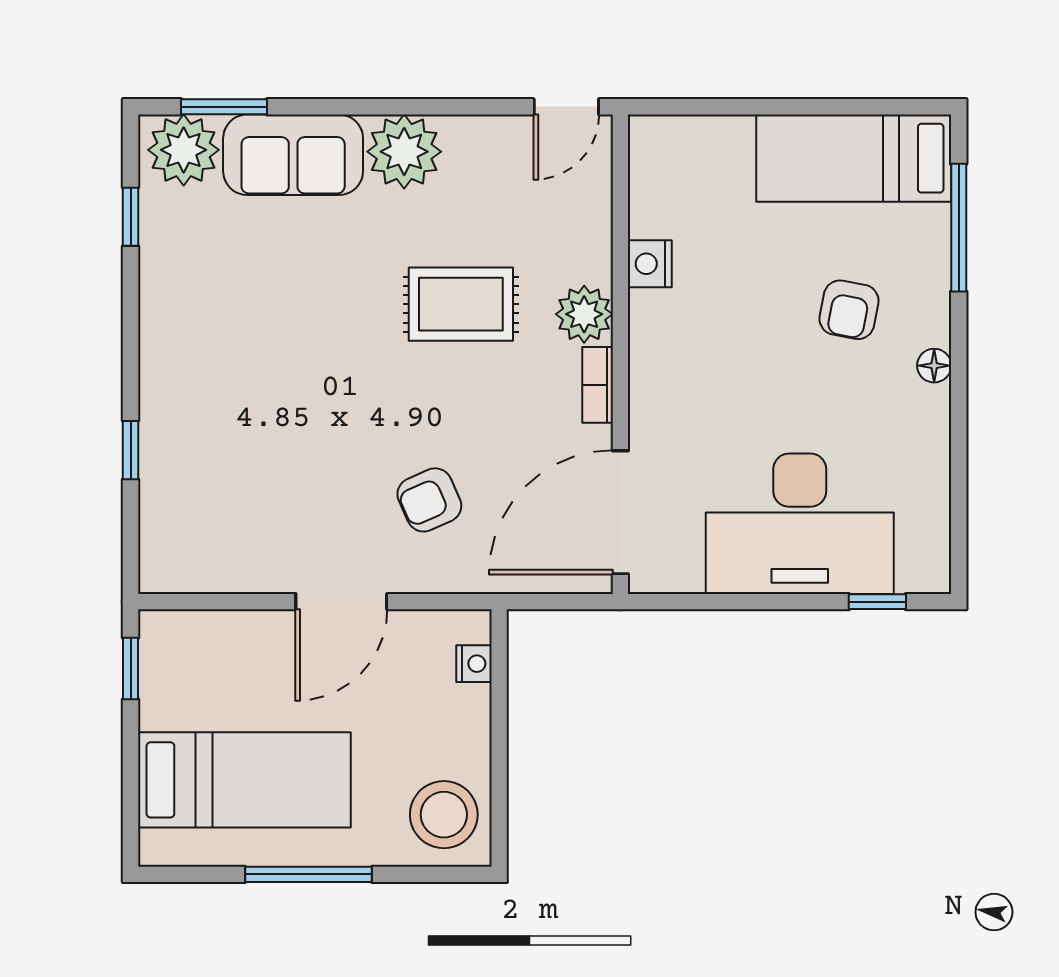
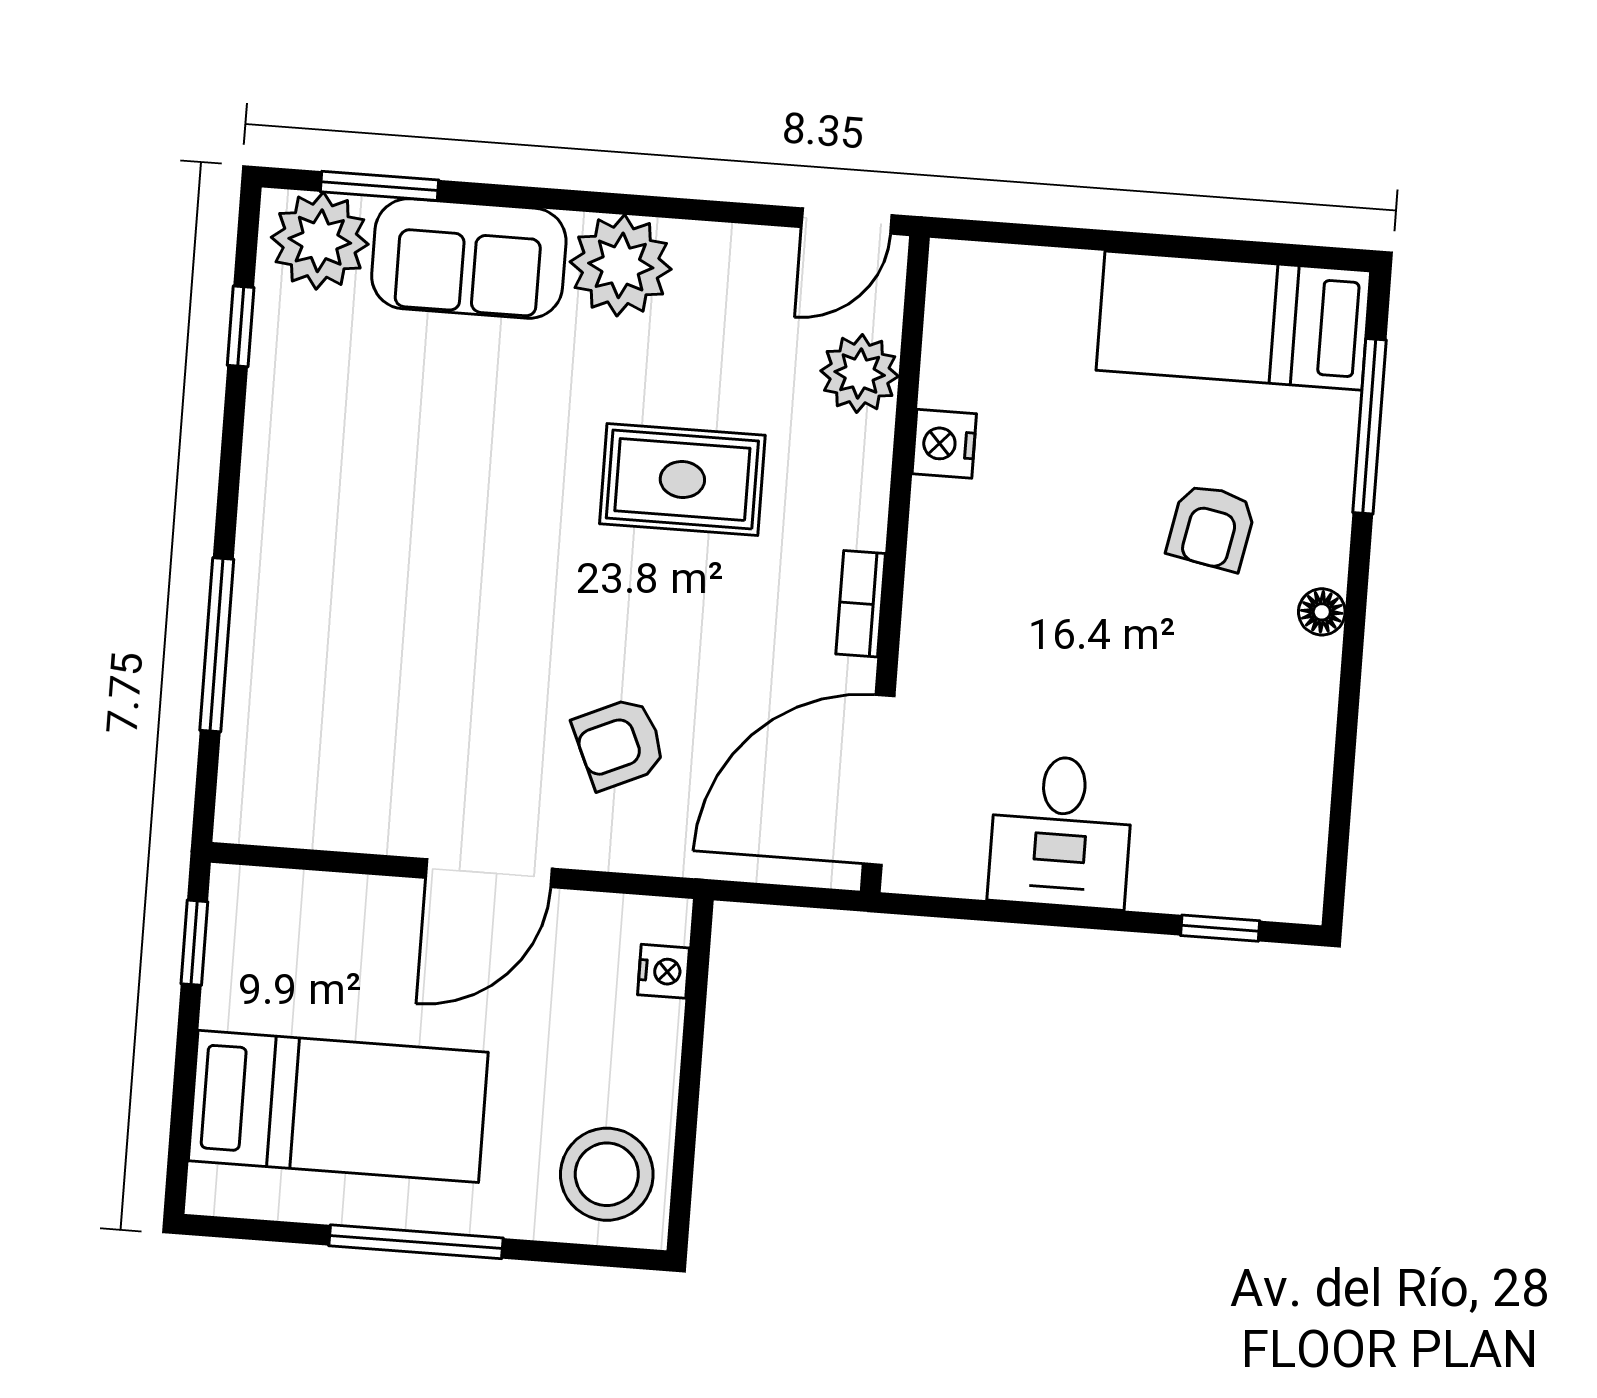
plant: (584, 314) -> (860, 374), moved
window: (131, 450) -> (217, 645), width x2.17
desk: (800, 524) -> (1061, 832), width x0.53, depth x0.77

